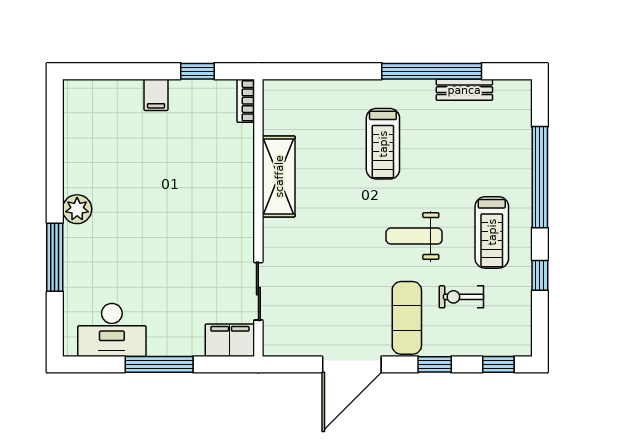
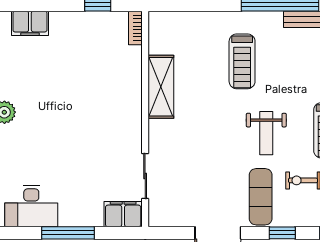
filing cabinet: (156, 95) -> (30, 23), moved, width x2.00
weight bench: (414, 236) -> (266, 133), turned -90

